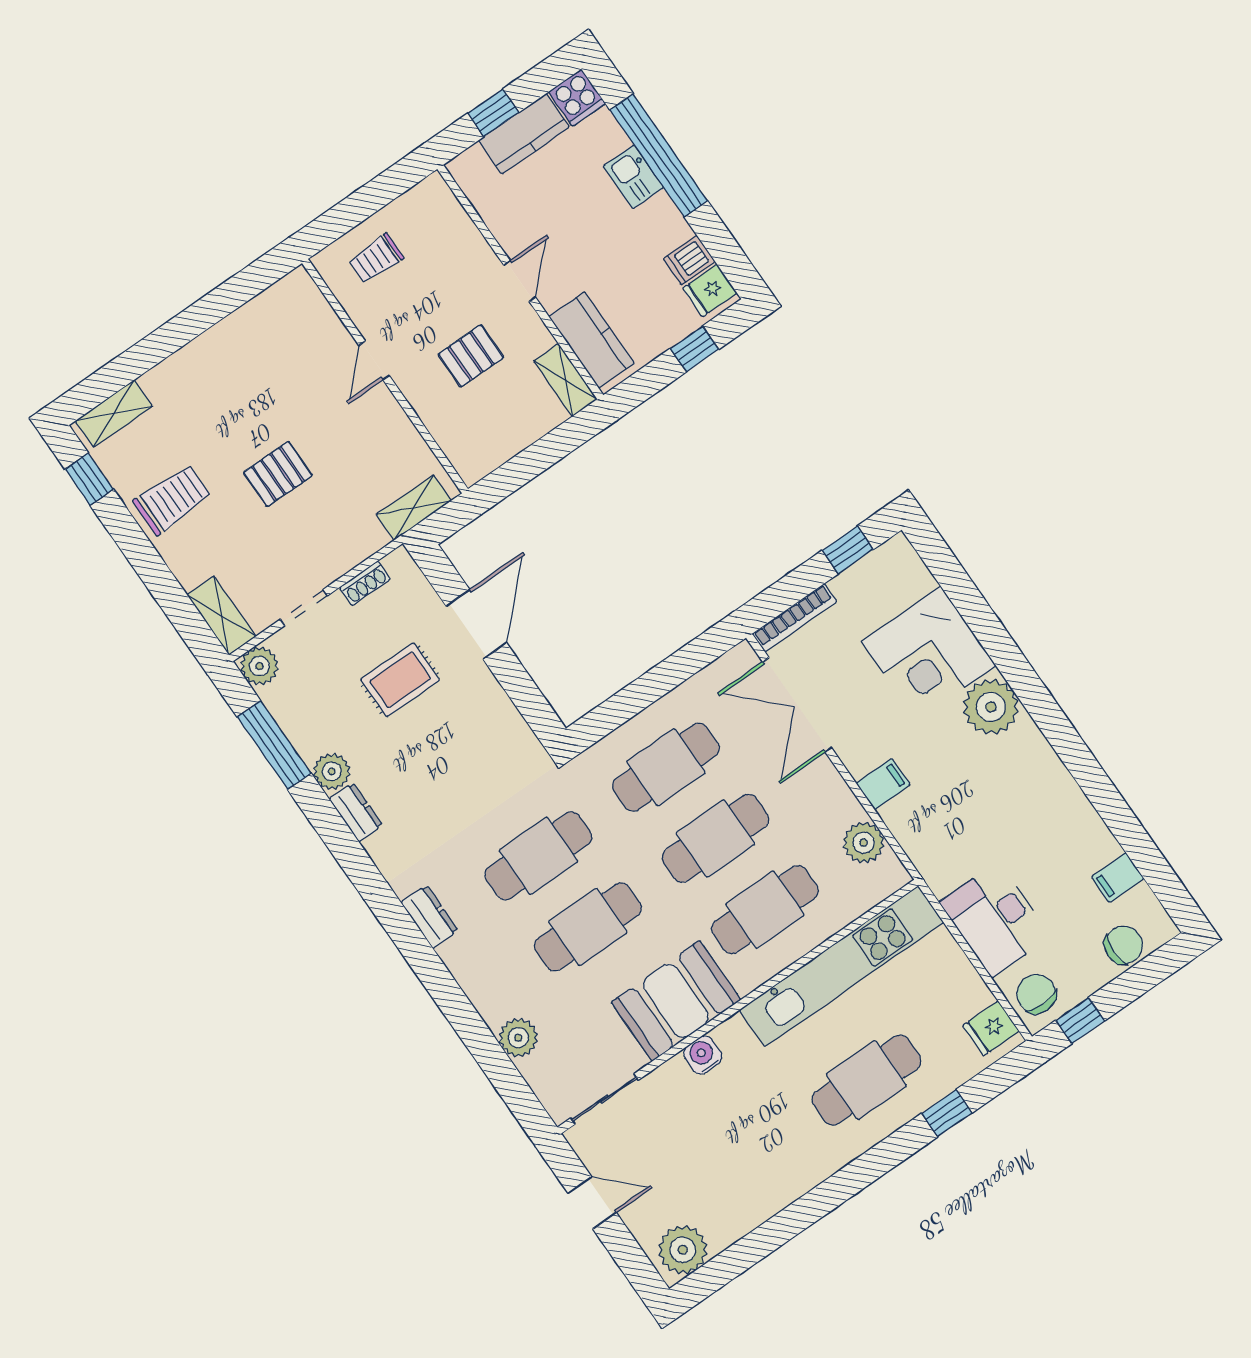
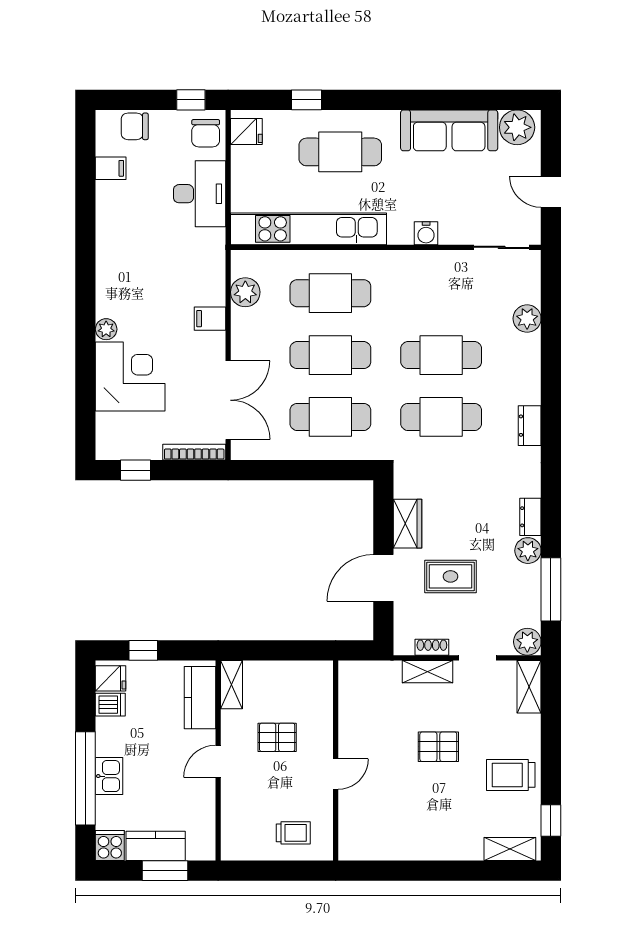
window: (493, 113) -> (165, 871), width x1.50
shelving: (414, 508) -> (428, 672), moved
wardrobe: (492, 706) -> (408, 524), added
plant: (991, 707) -> (106, 329), width x0.53, depth x0.53
booth: (676, 1001) -> (420, 276), removed
sofa: (758, 1192) -> (449, 130), added

